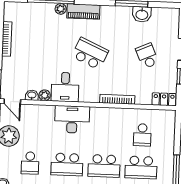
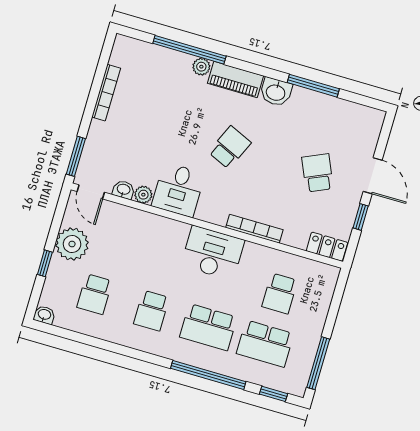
washbasin: (142, 14) -> (276, 92), moved
school desk: (90, 54) -> (230, 147), width x0.54
desk: (72, 119) -> (213, 253), moved
school desk: (67, 165) -> (151, 311), width x0.54

